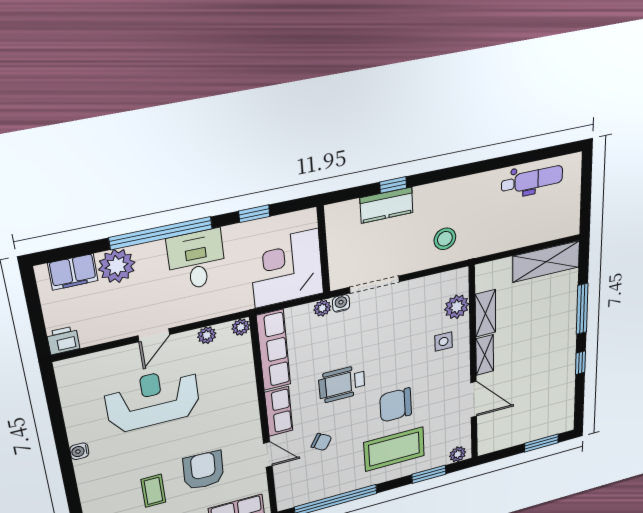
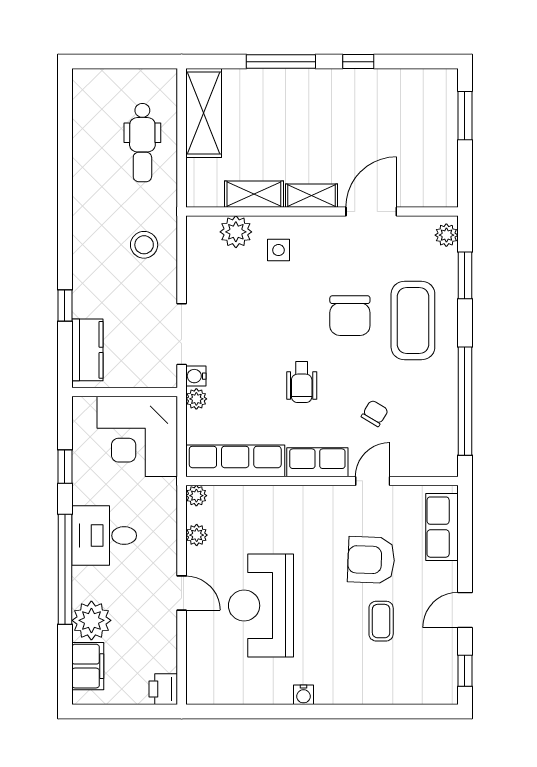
dental chair: (532, 180) -> (142, 143), moved, turned 180
kitchen counter: (387, 205) -> (87, 350), moved
wheelchair: (342, 384) -> (302, 382), width x0.73, depth x0.73
coffee table: (153, 491) -> (381, 621), turned 90

